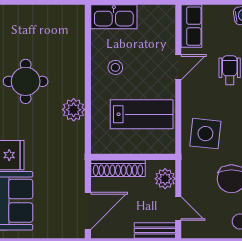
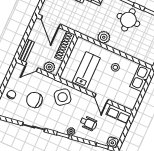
lab bench: (142, 114) -> (86, 70), turned 180
side table: (205, 134) -> (63, 97), turned 45

